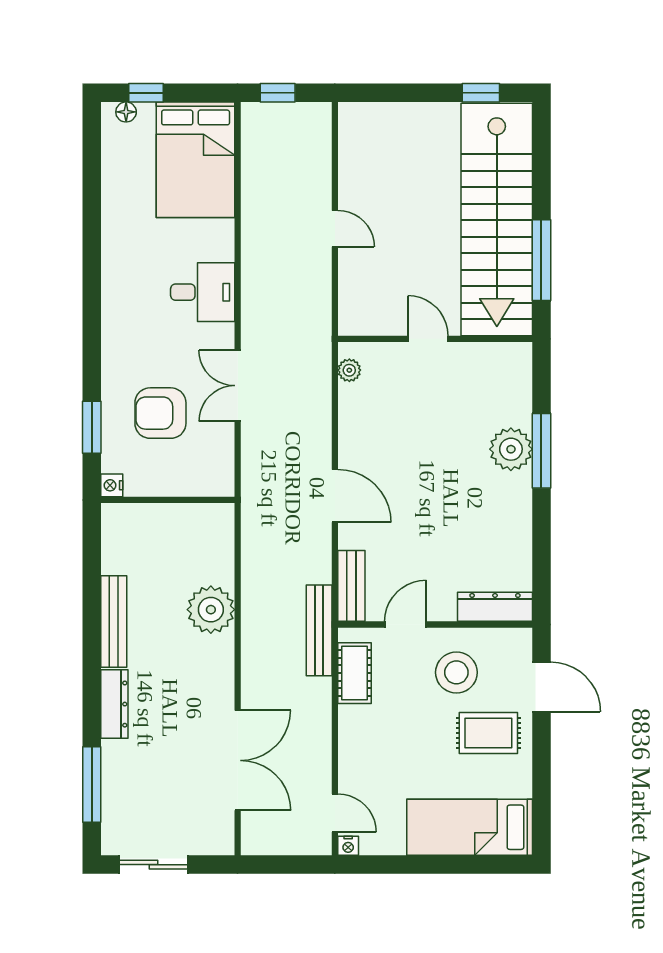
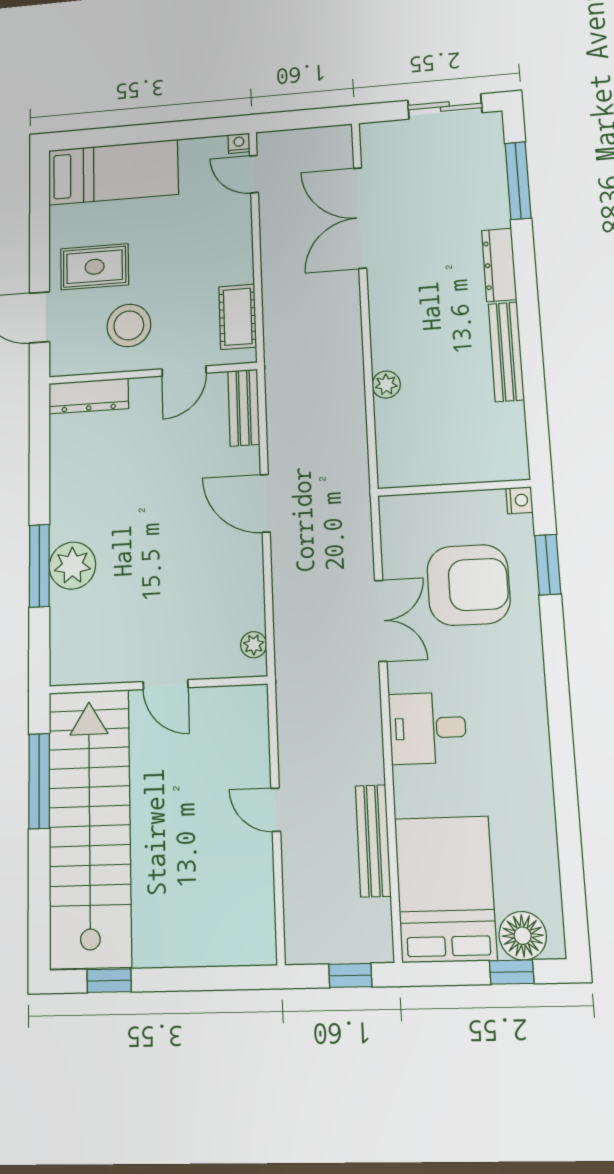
floor lamp: (126, 112) -> (523, 936), width x1.89, depth x1.89
armchair: (160, 413) -> (468, 585), width x1.36, depth x1.36
plant: (211, 610) -> (386, 385), width x0.53, depth x0.53
bench: (319, 630) -> (373, 841), moved

